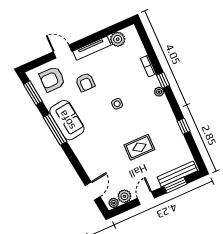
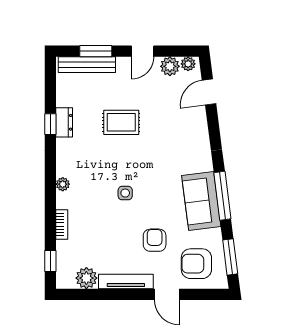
armchair: (52, 79) -> (196, 264), turned 180
window: (163, 80) -> (50, 261), moved
dresser: (175, 131) -> (64, 122), added

